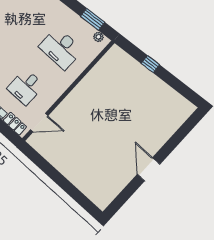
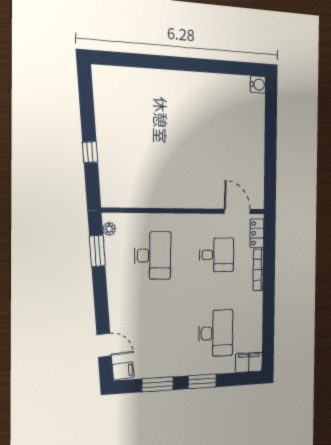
door: (149, 169) -> (192, 65), removed
water cooler: (102, 203) -> (258, 85), added

